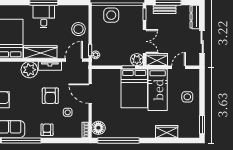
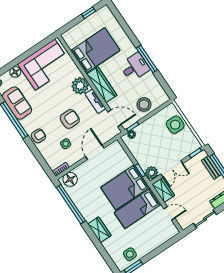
armchair: (50, 96) -> (70, 119), turned 180
side table: (187, 97) -> (130, 254), moved
wardrobe: (167, 132) -> (99, 230), moved

